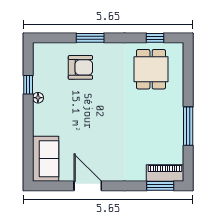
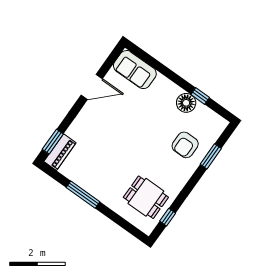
window: (90, 38) -> (211, 156), moved
floor lamp: (38, 98) -> (186, 103), width x1.89, depth x1.89

